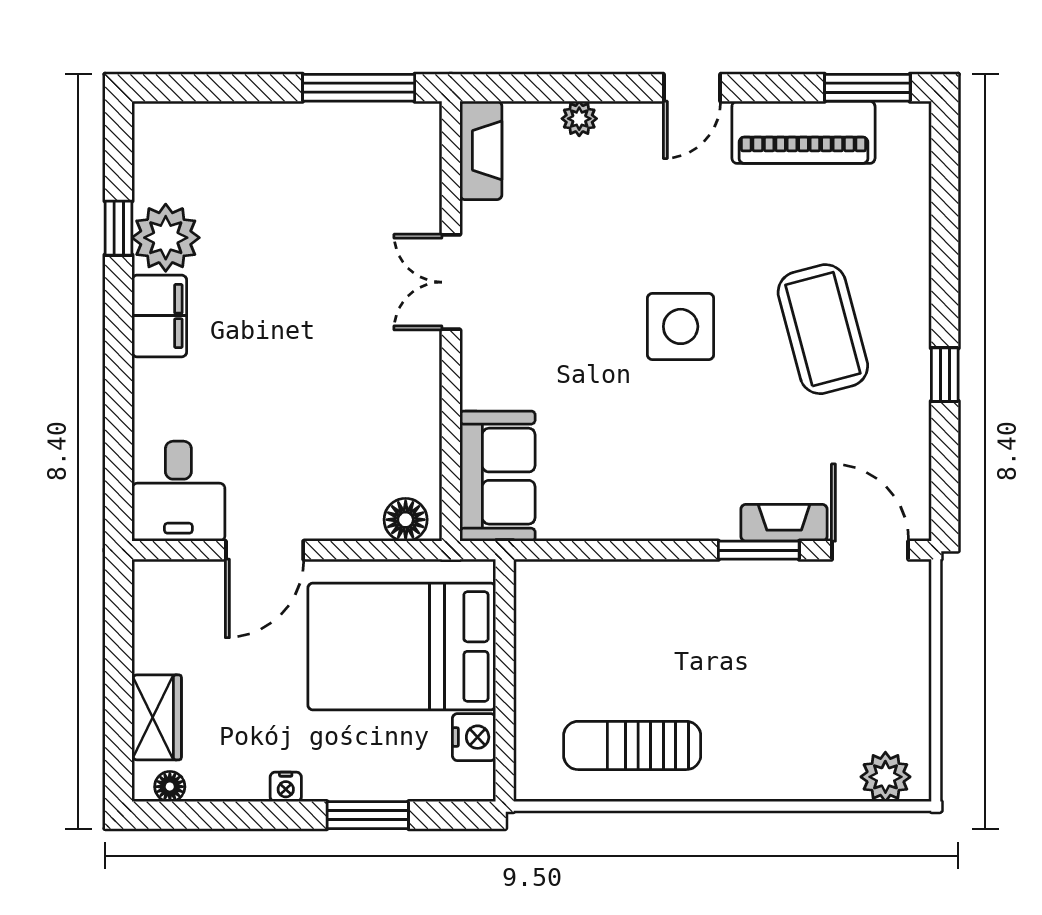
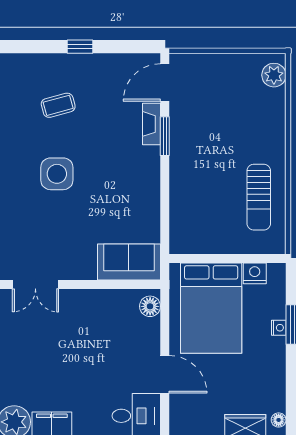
coffee table: (823, 329) -> (58, 105), width x0.54, depth x0.58
nightstand: (286, 787) -> (279, 328), moved

